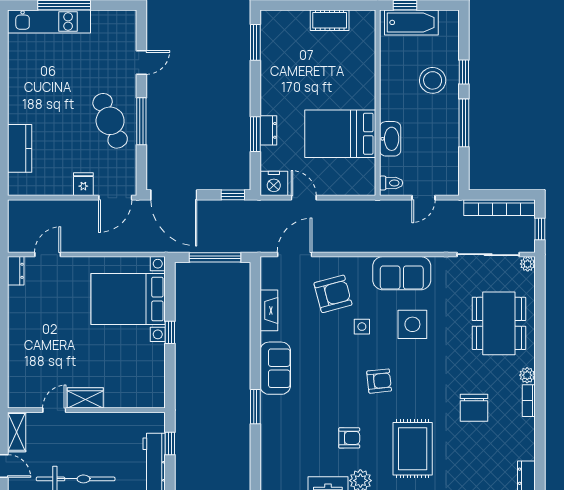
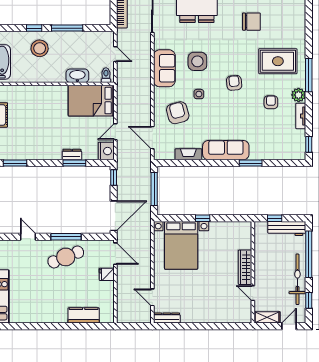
bed: (340, 134) -> (91, 101), moved, turned 90
dresser: (16, 271) -> (167, 318), width x1.44
sofa: (275, 368) -> (226, 150), width x1.36
wardrobe: (85, 398) -> (245, 267), width x1.50

